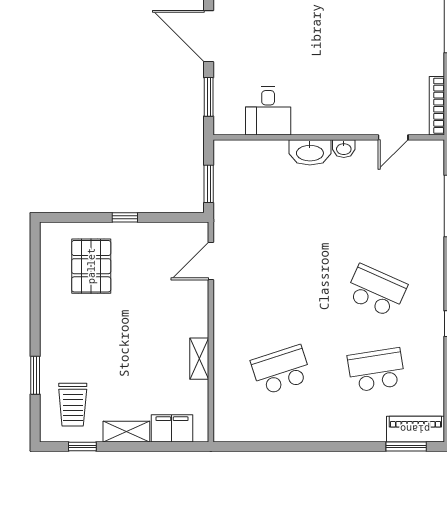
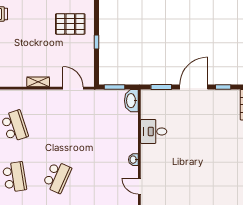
desk: (268, 111) -> (154, 131), moved
washbasin: (310, 152) -> (131, 101), moved
shelving: (199, 359) -> (38, 82), moved

